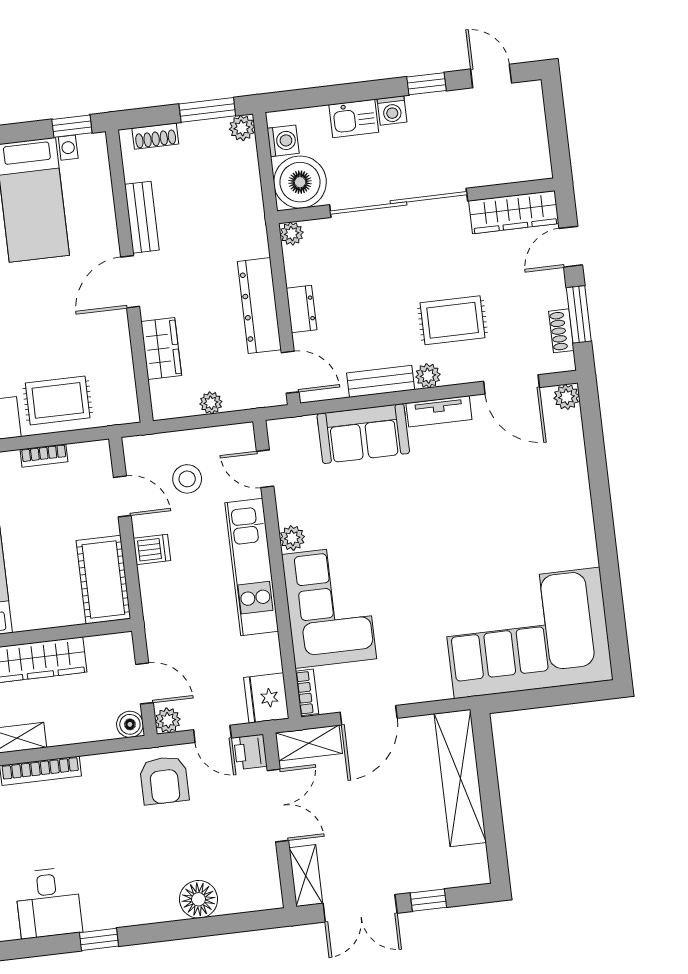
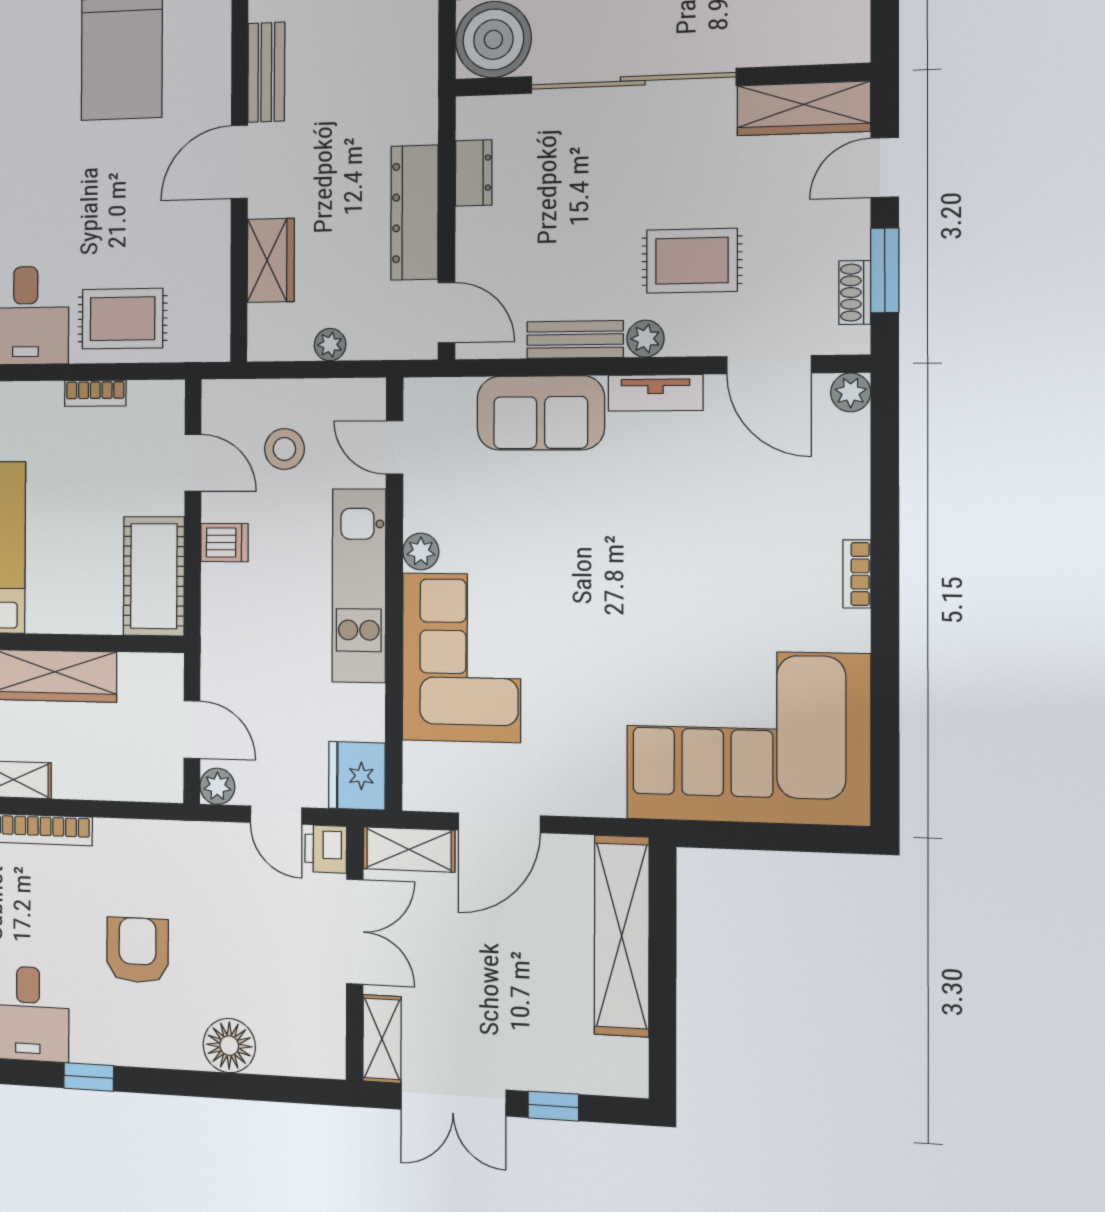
plant: (292, 234) -> (473, 113), removed
dresser: (302, 309) -> (474, 173), moved
bookcase: (307, 692) -> (857, 574), moved, turned 180
boiler: (130, 724) -> (166, 784), removed
armchair: (164, 780) -> (137, 950), moved, turned 180

